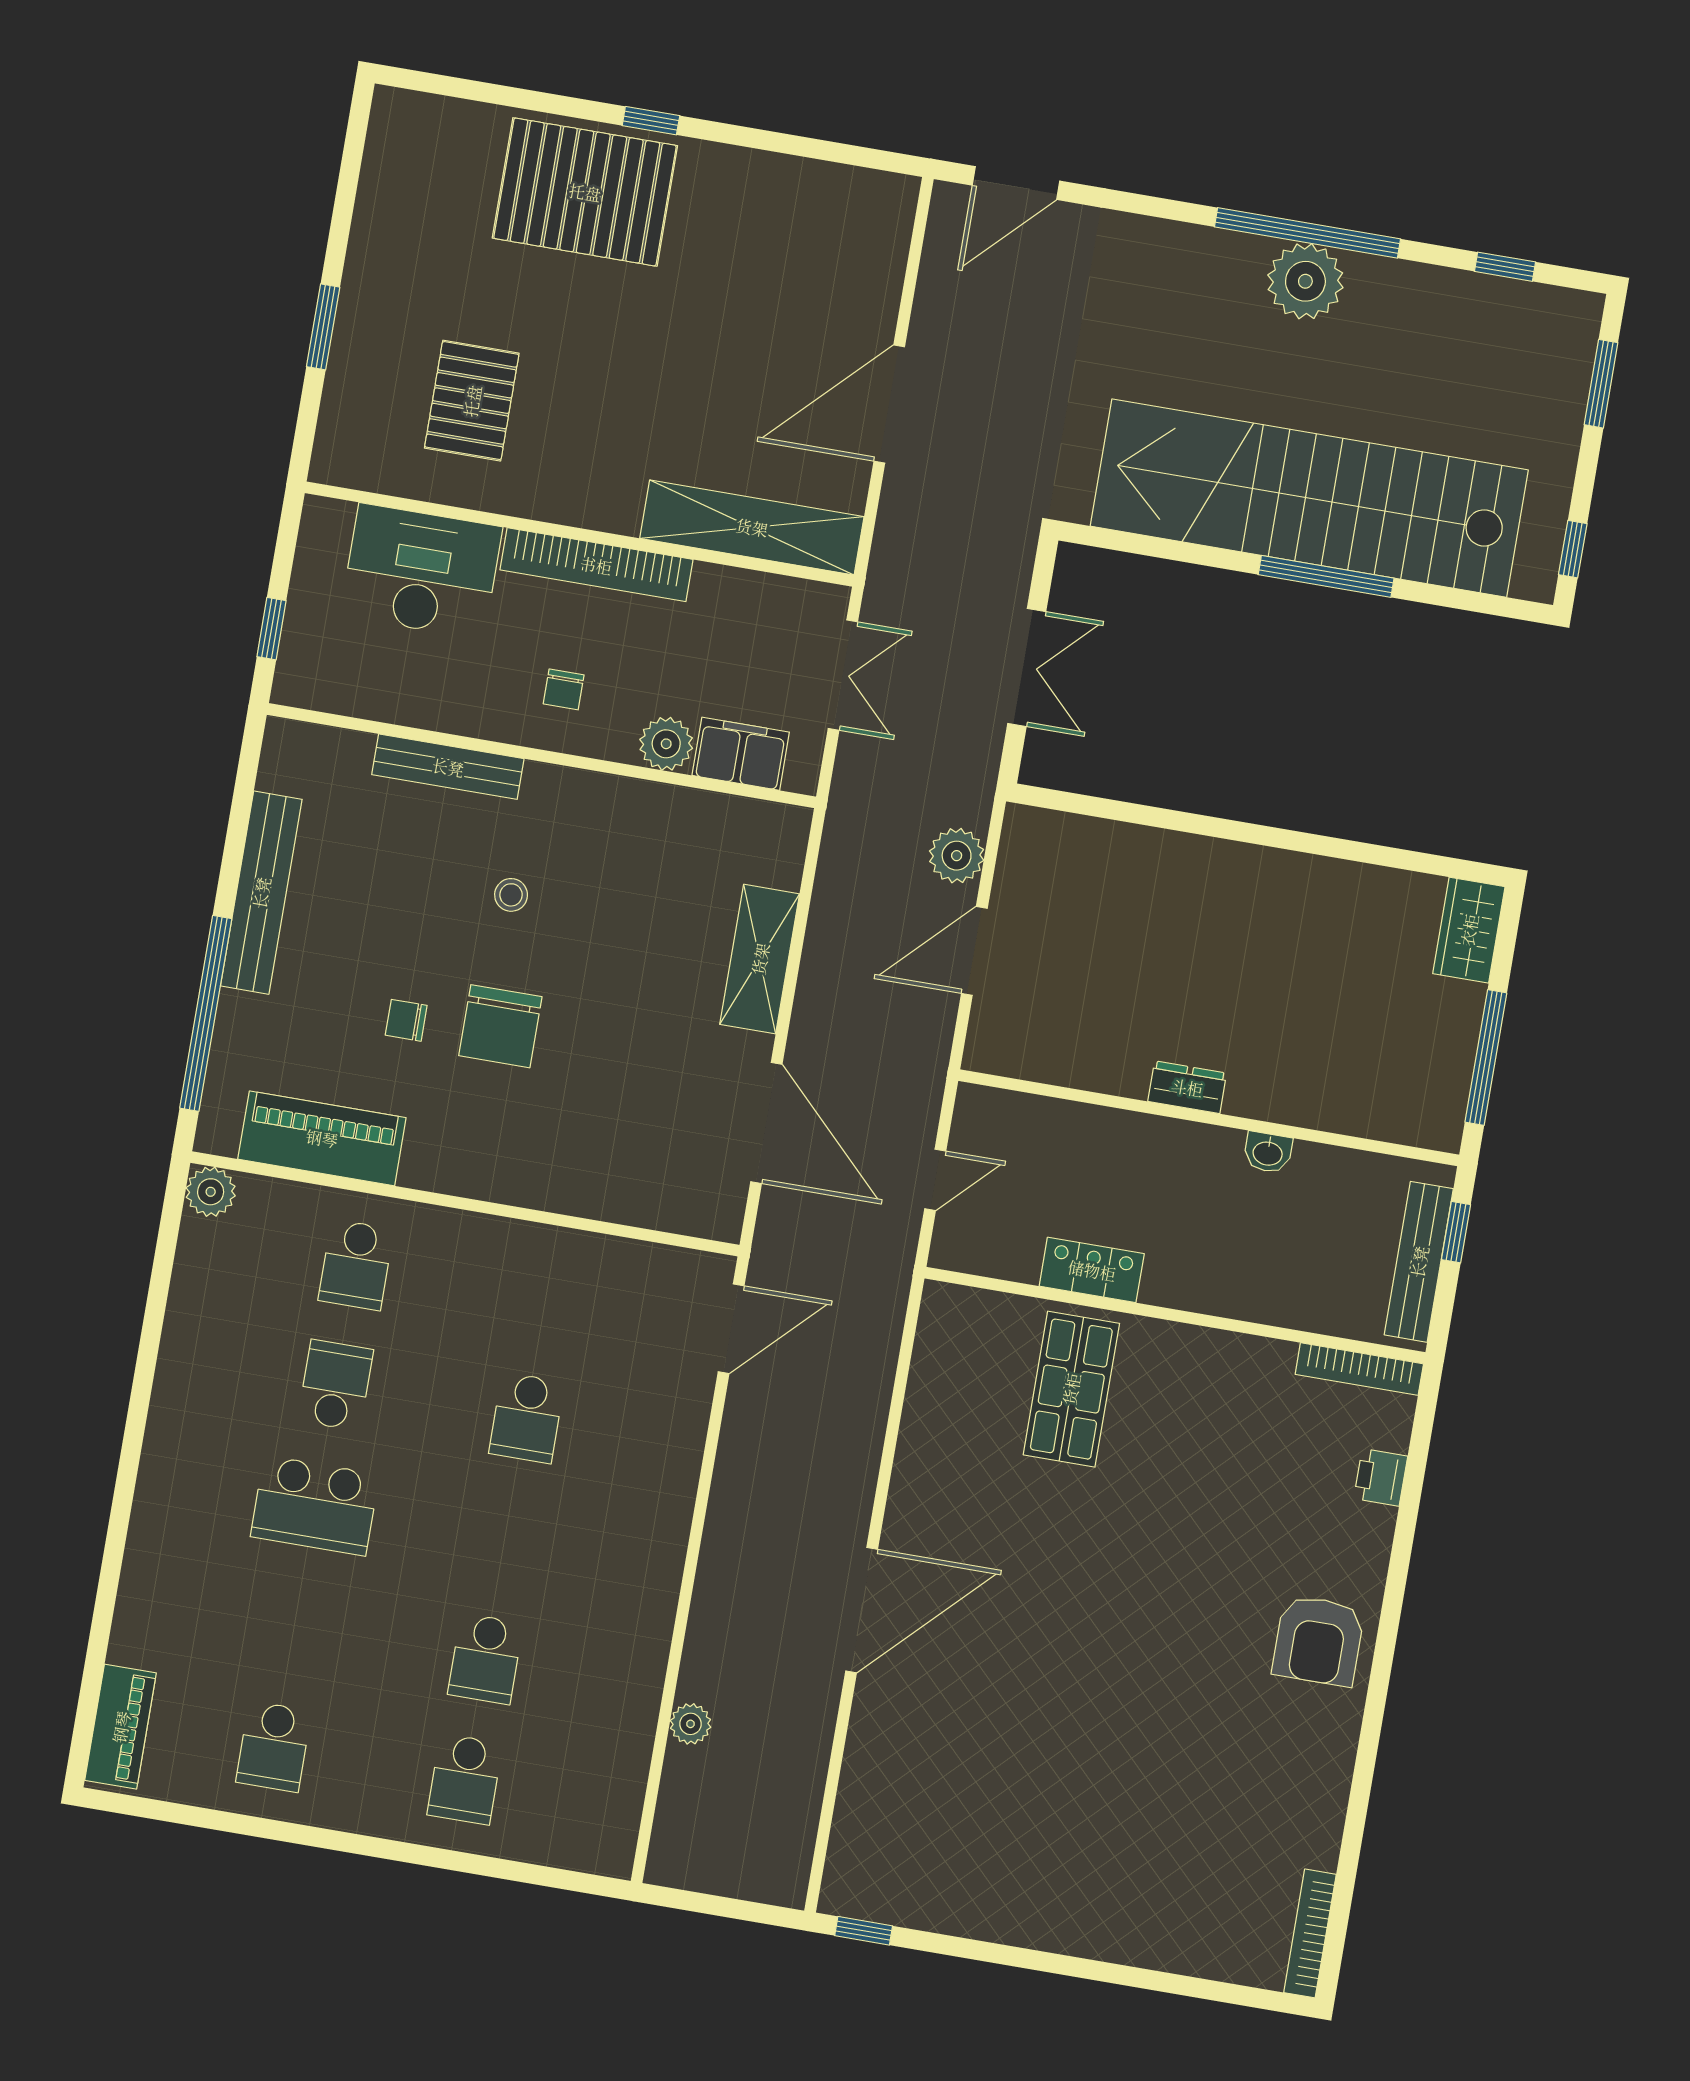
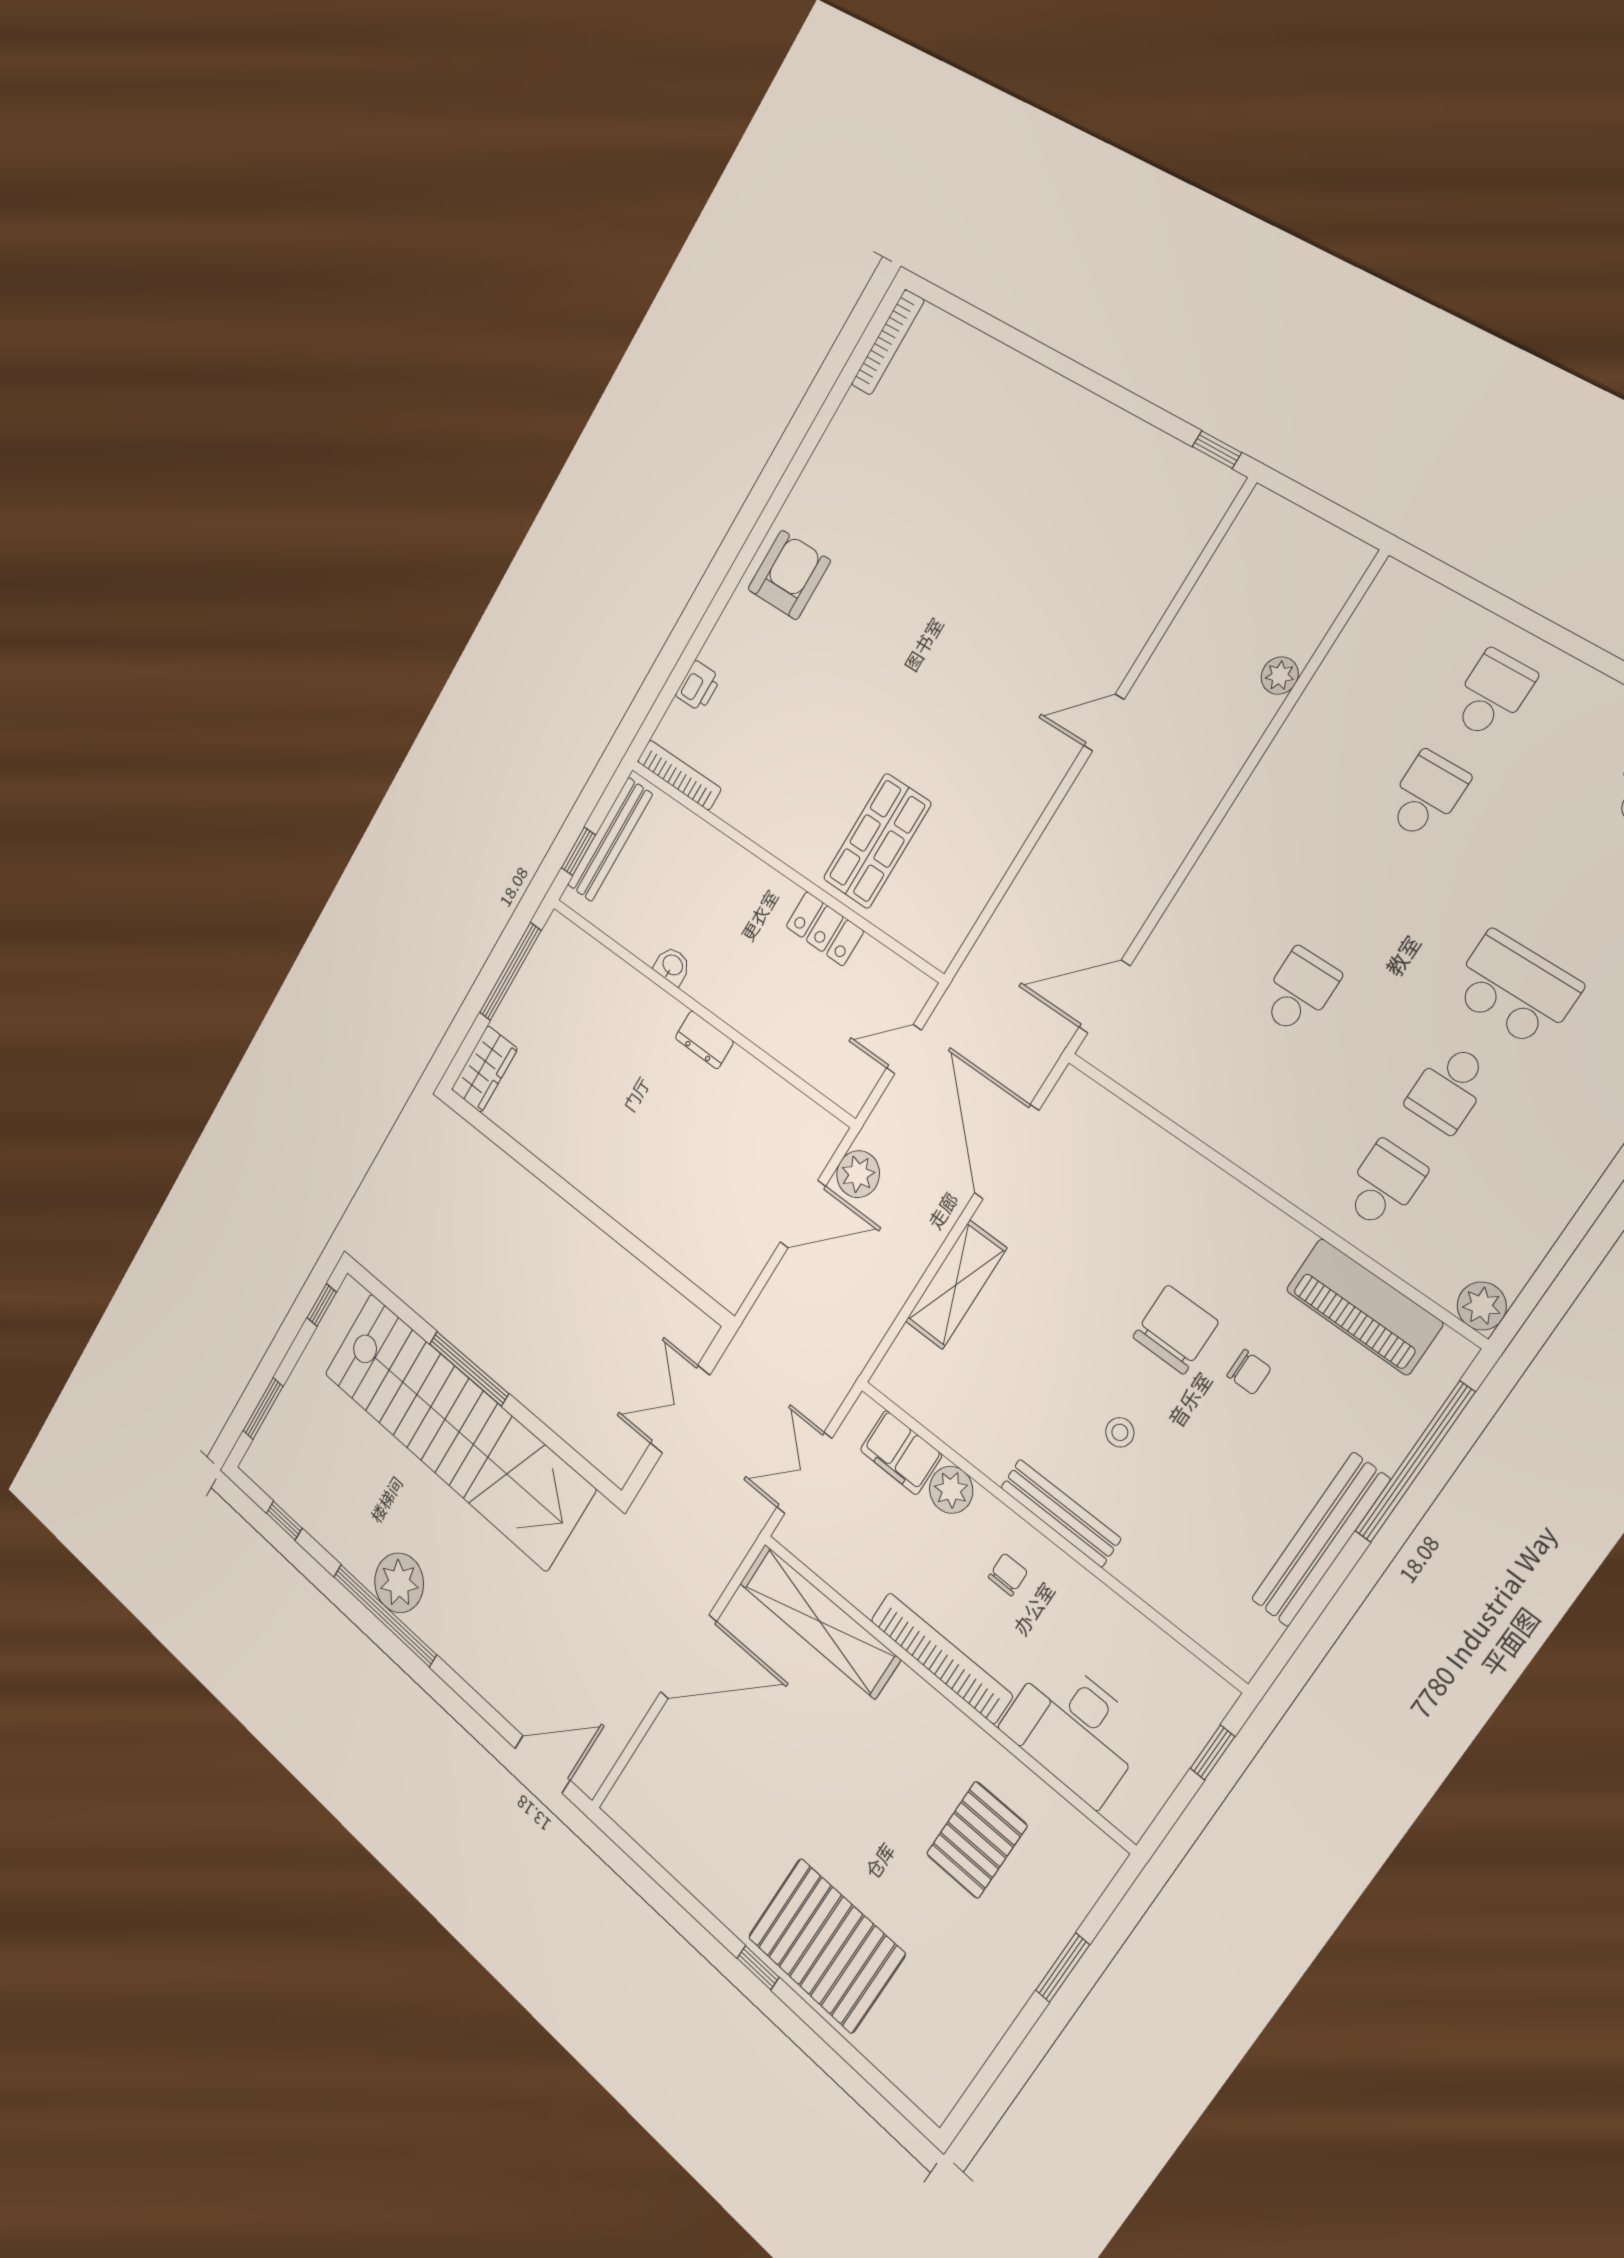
bench: (448, 767) -> (1060, 1513), moved
plant: (957, 856) -> (858, 1174), moved
door: (862, 1610) -> (1104, 723), width x0.53

